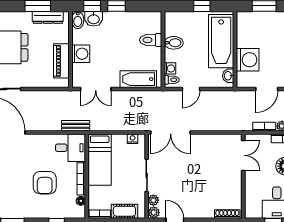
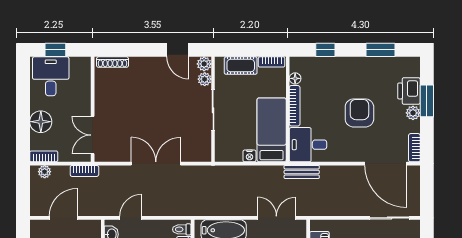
door: (191, 89) -> (131, 218), moved
bookcase: (264, 127) -> (84, 171), moved
double door: (171, 133) -> (156, 164), moved
nightstand: (133, 139) -> (249, 156), moved
armchair: (45, 183) -> (359, 113), moved

